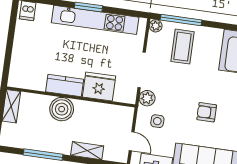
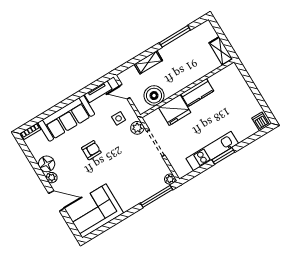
kitchen unit: (95, 20) -> (212, 151), width x0.73
coffee table: (183, 47) -> (142, 180), removed
boiler: (62, 109) -> (154, 96), moved

